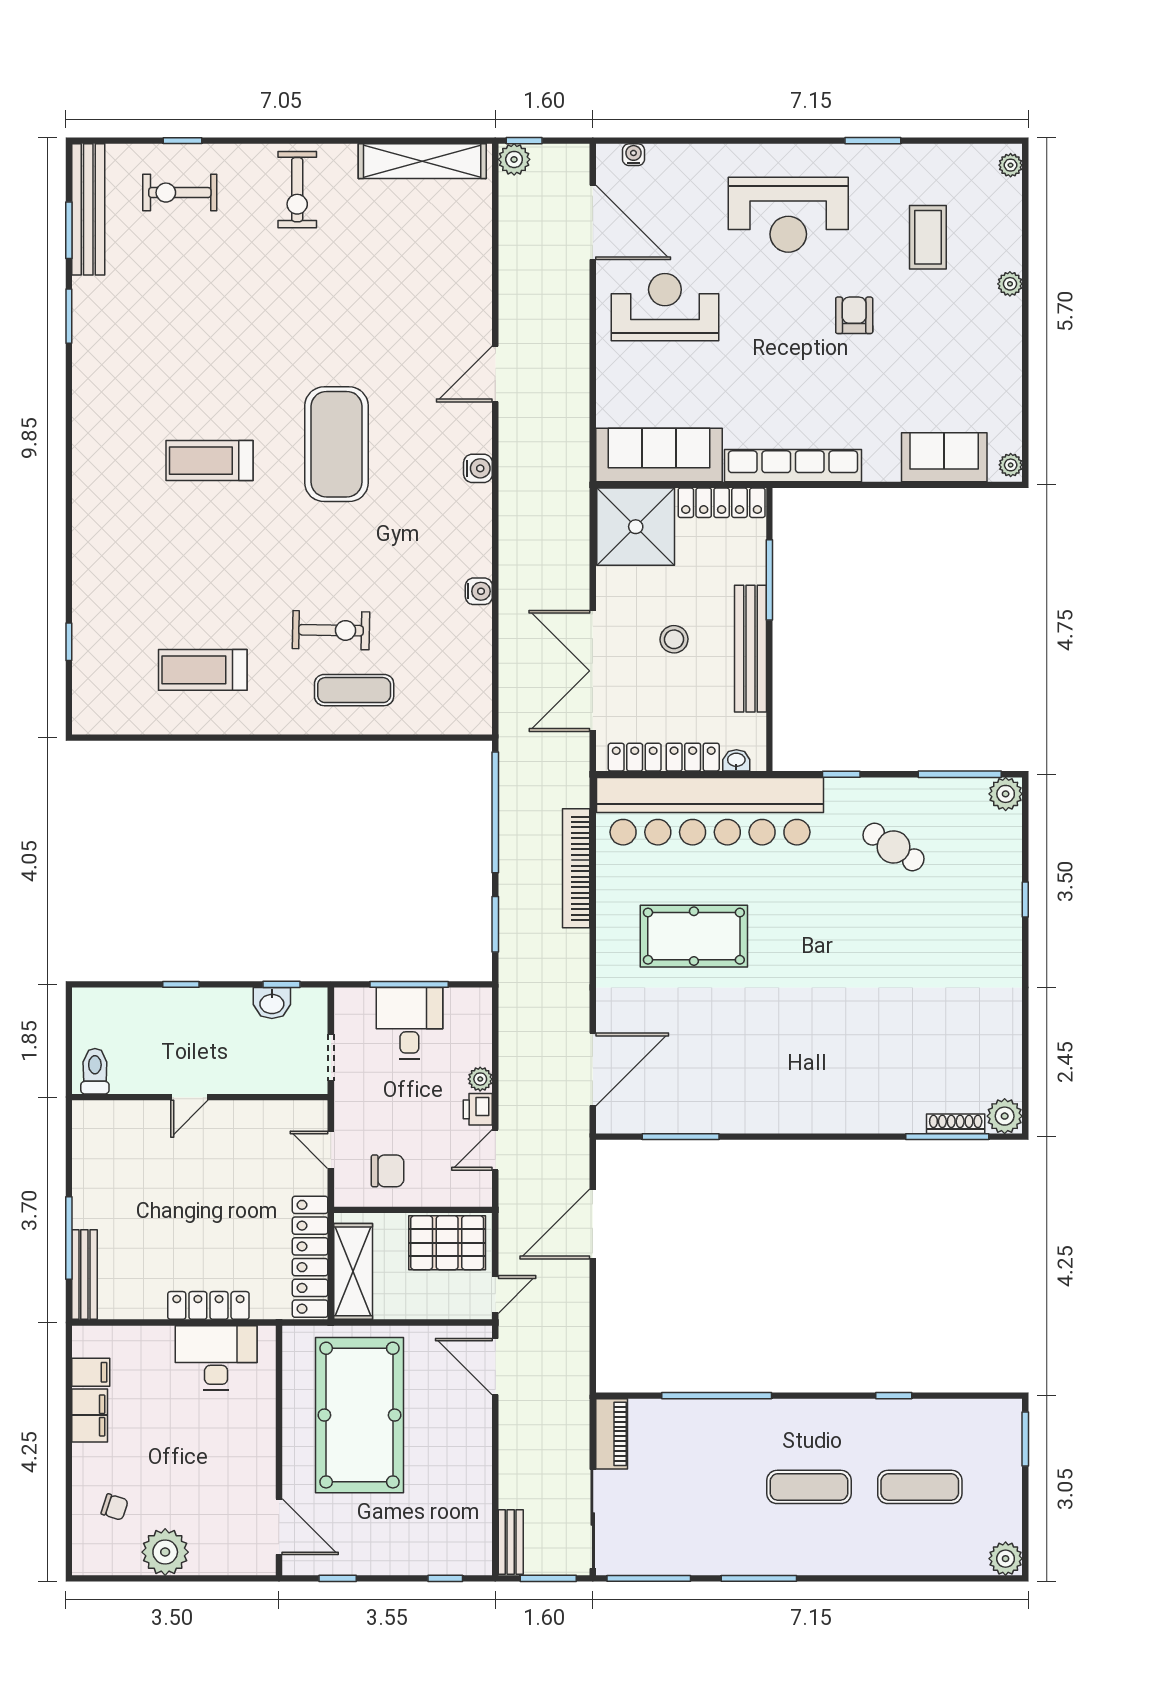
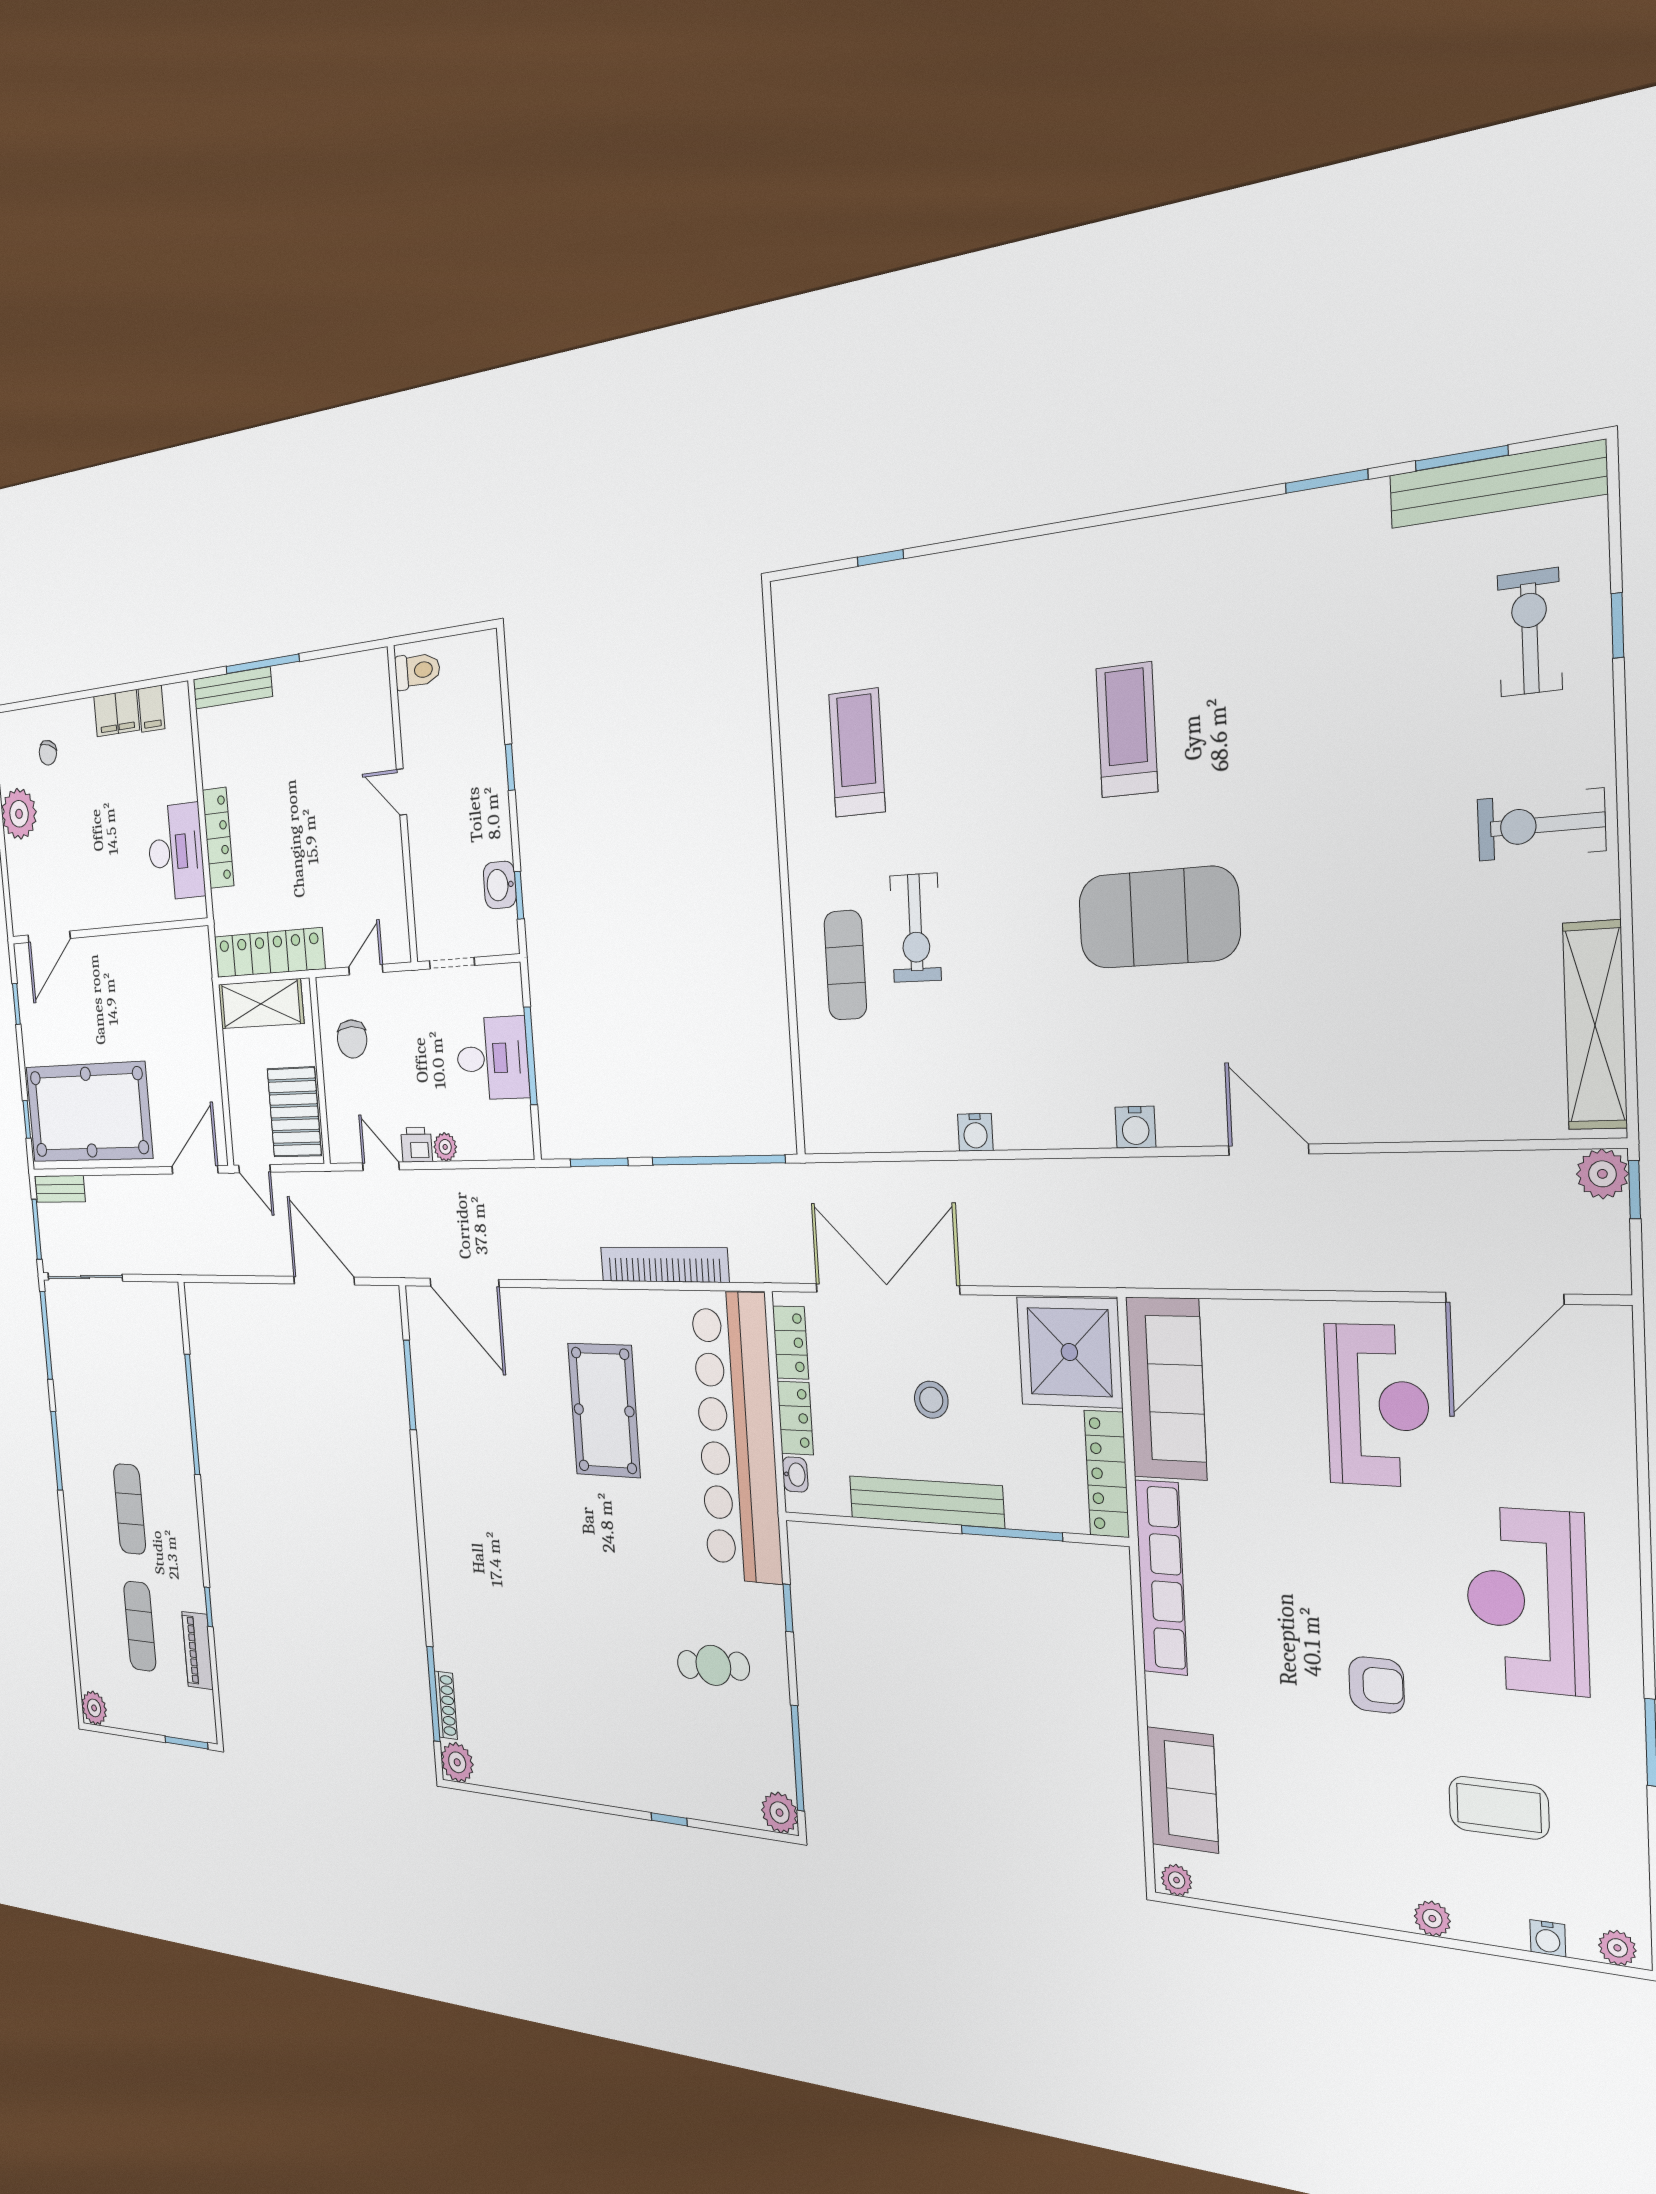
water cooler: (633, 155) -> (1548, 1938), moved, turned 90
cafe table: (894, 847) -> (713, 1665), turned 53
pool table: (359, 1415) -> (89, 1112), moved
piano: (612, 1434) -> (198, 1650), moved, turned 90

